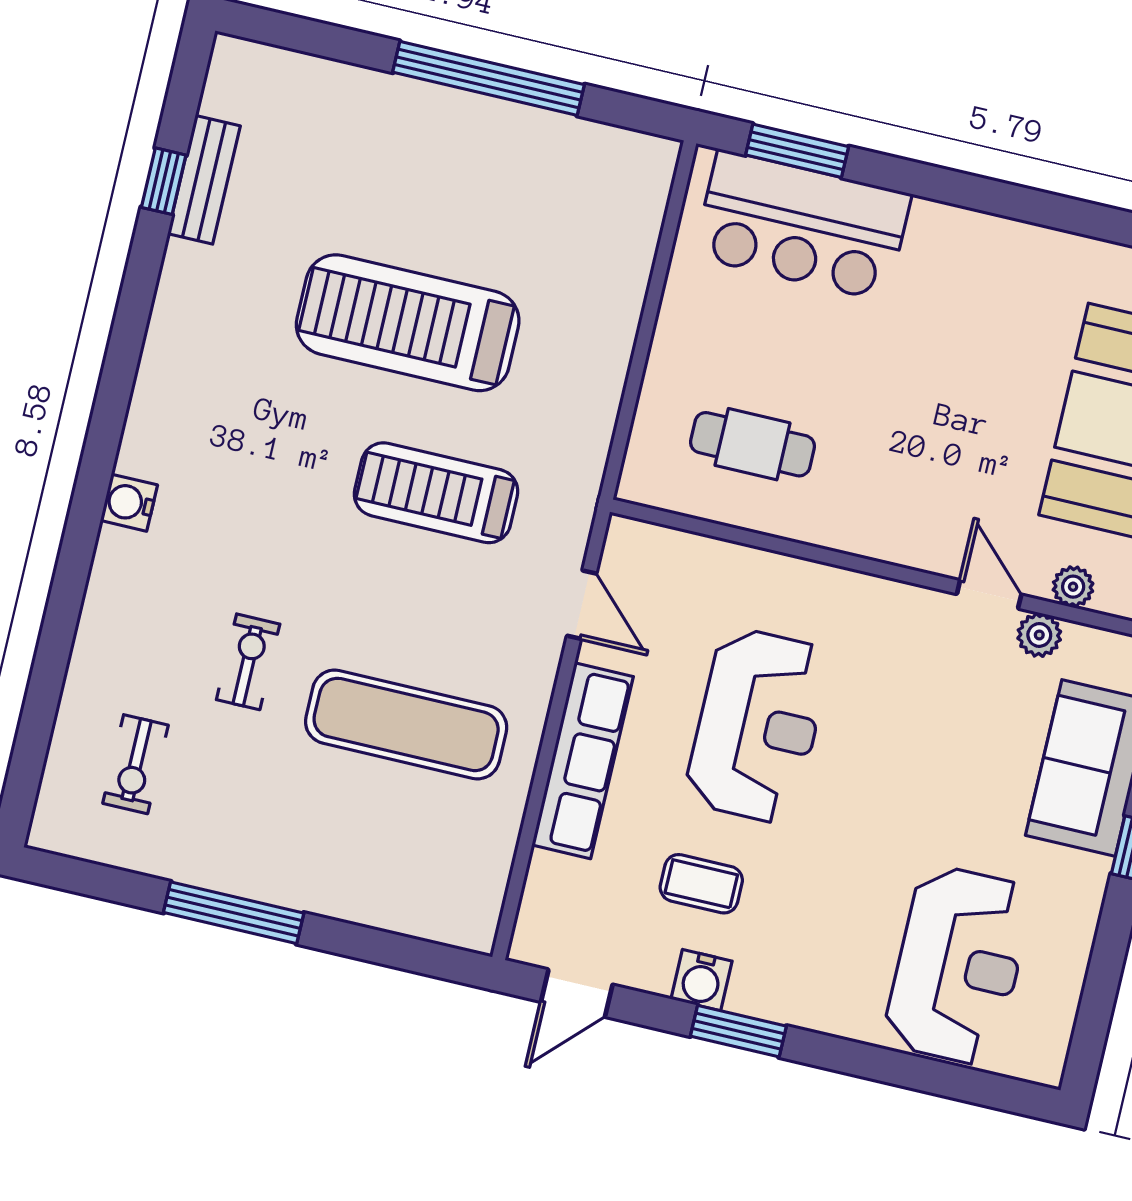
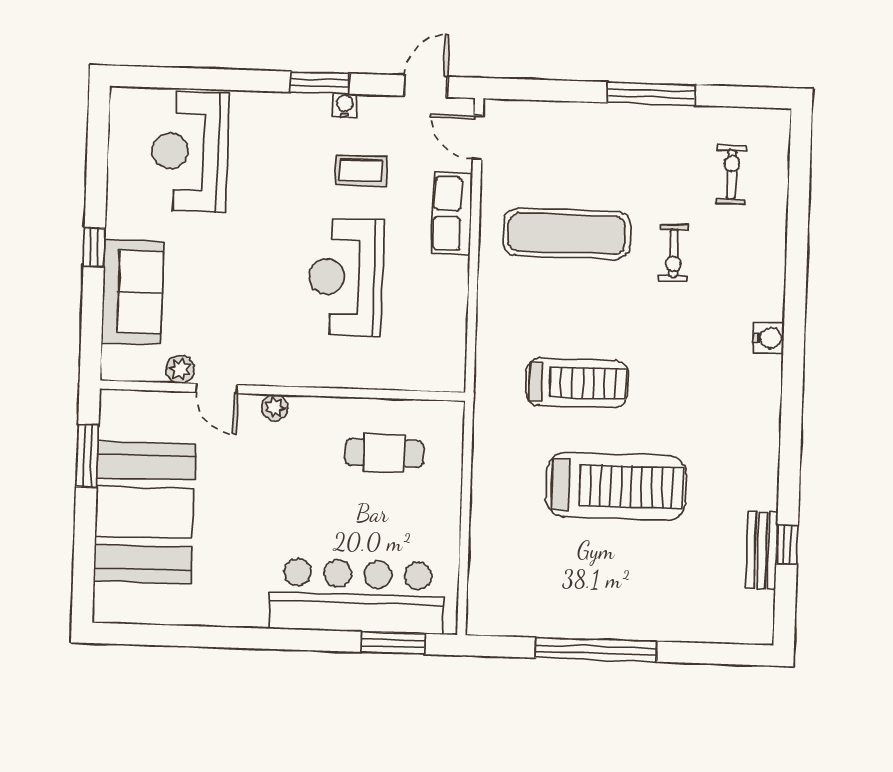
bar counter: (802, 225) -> (357, 596), width x1.36
plant: (1073, 587) -> (275, 407), moved
door: (582, 605) -> (478, 138), moved
row of seats: (583, 761) -> (452, 214), width x0.68
water cooler: (702, 980) -> (345, 105), width x0.72, depth x0.72

